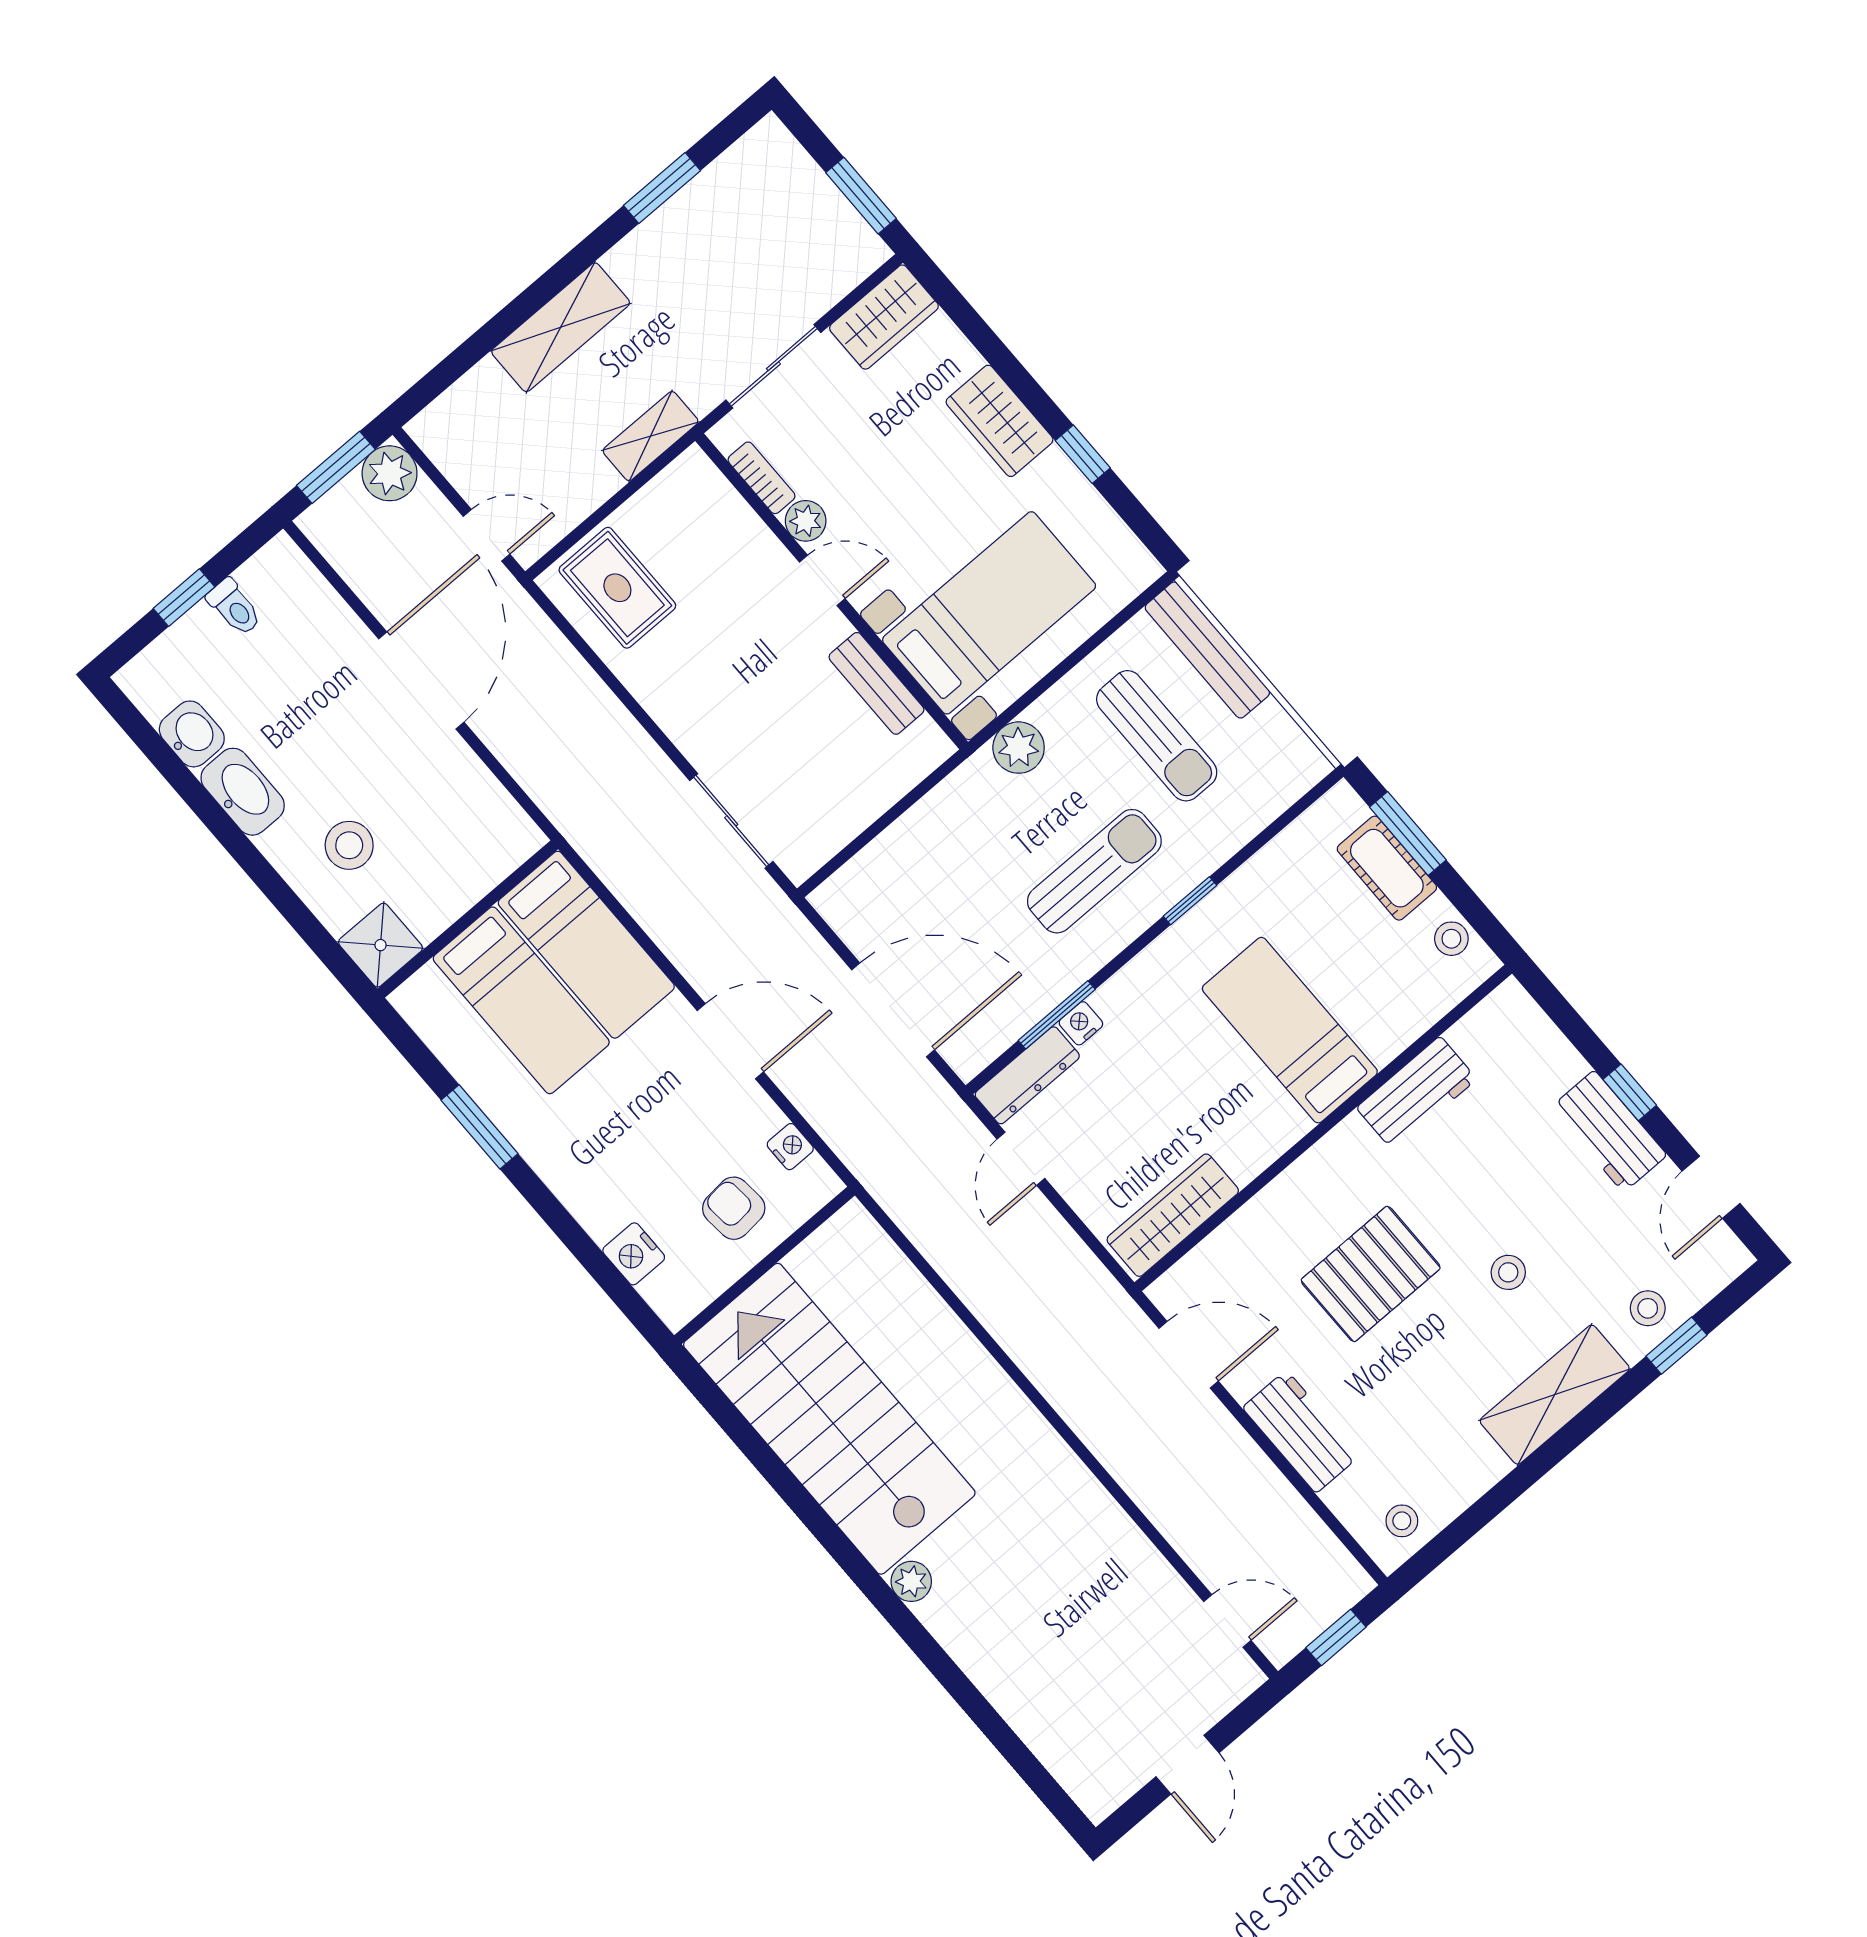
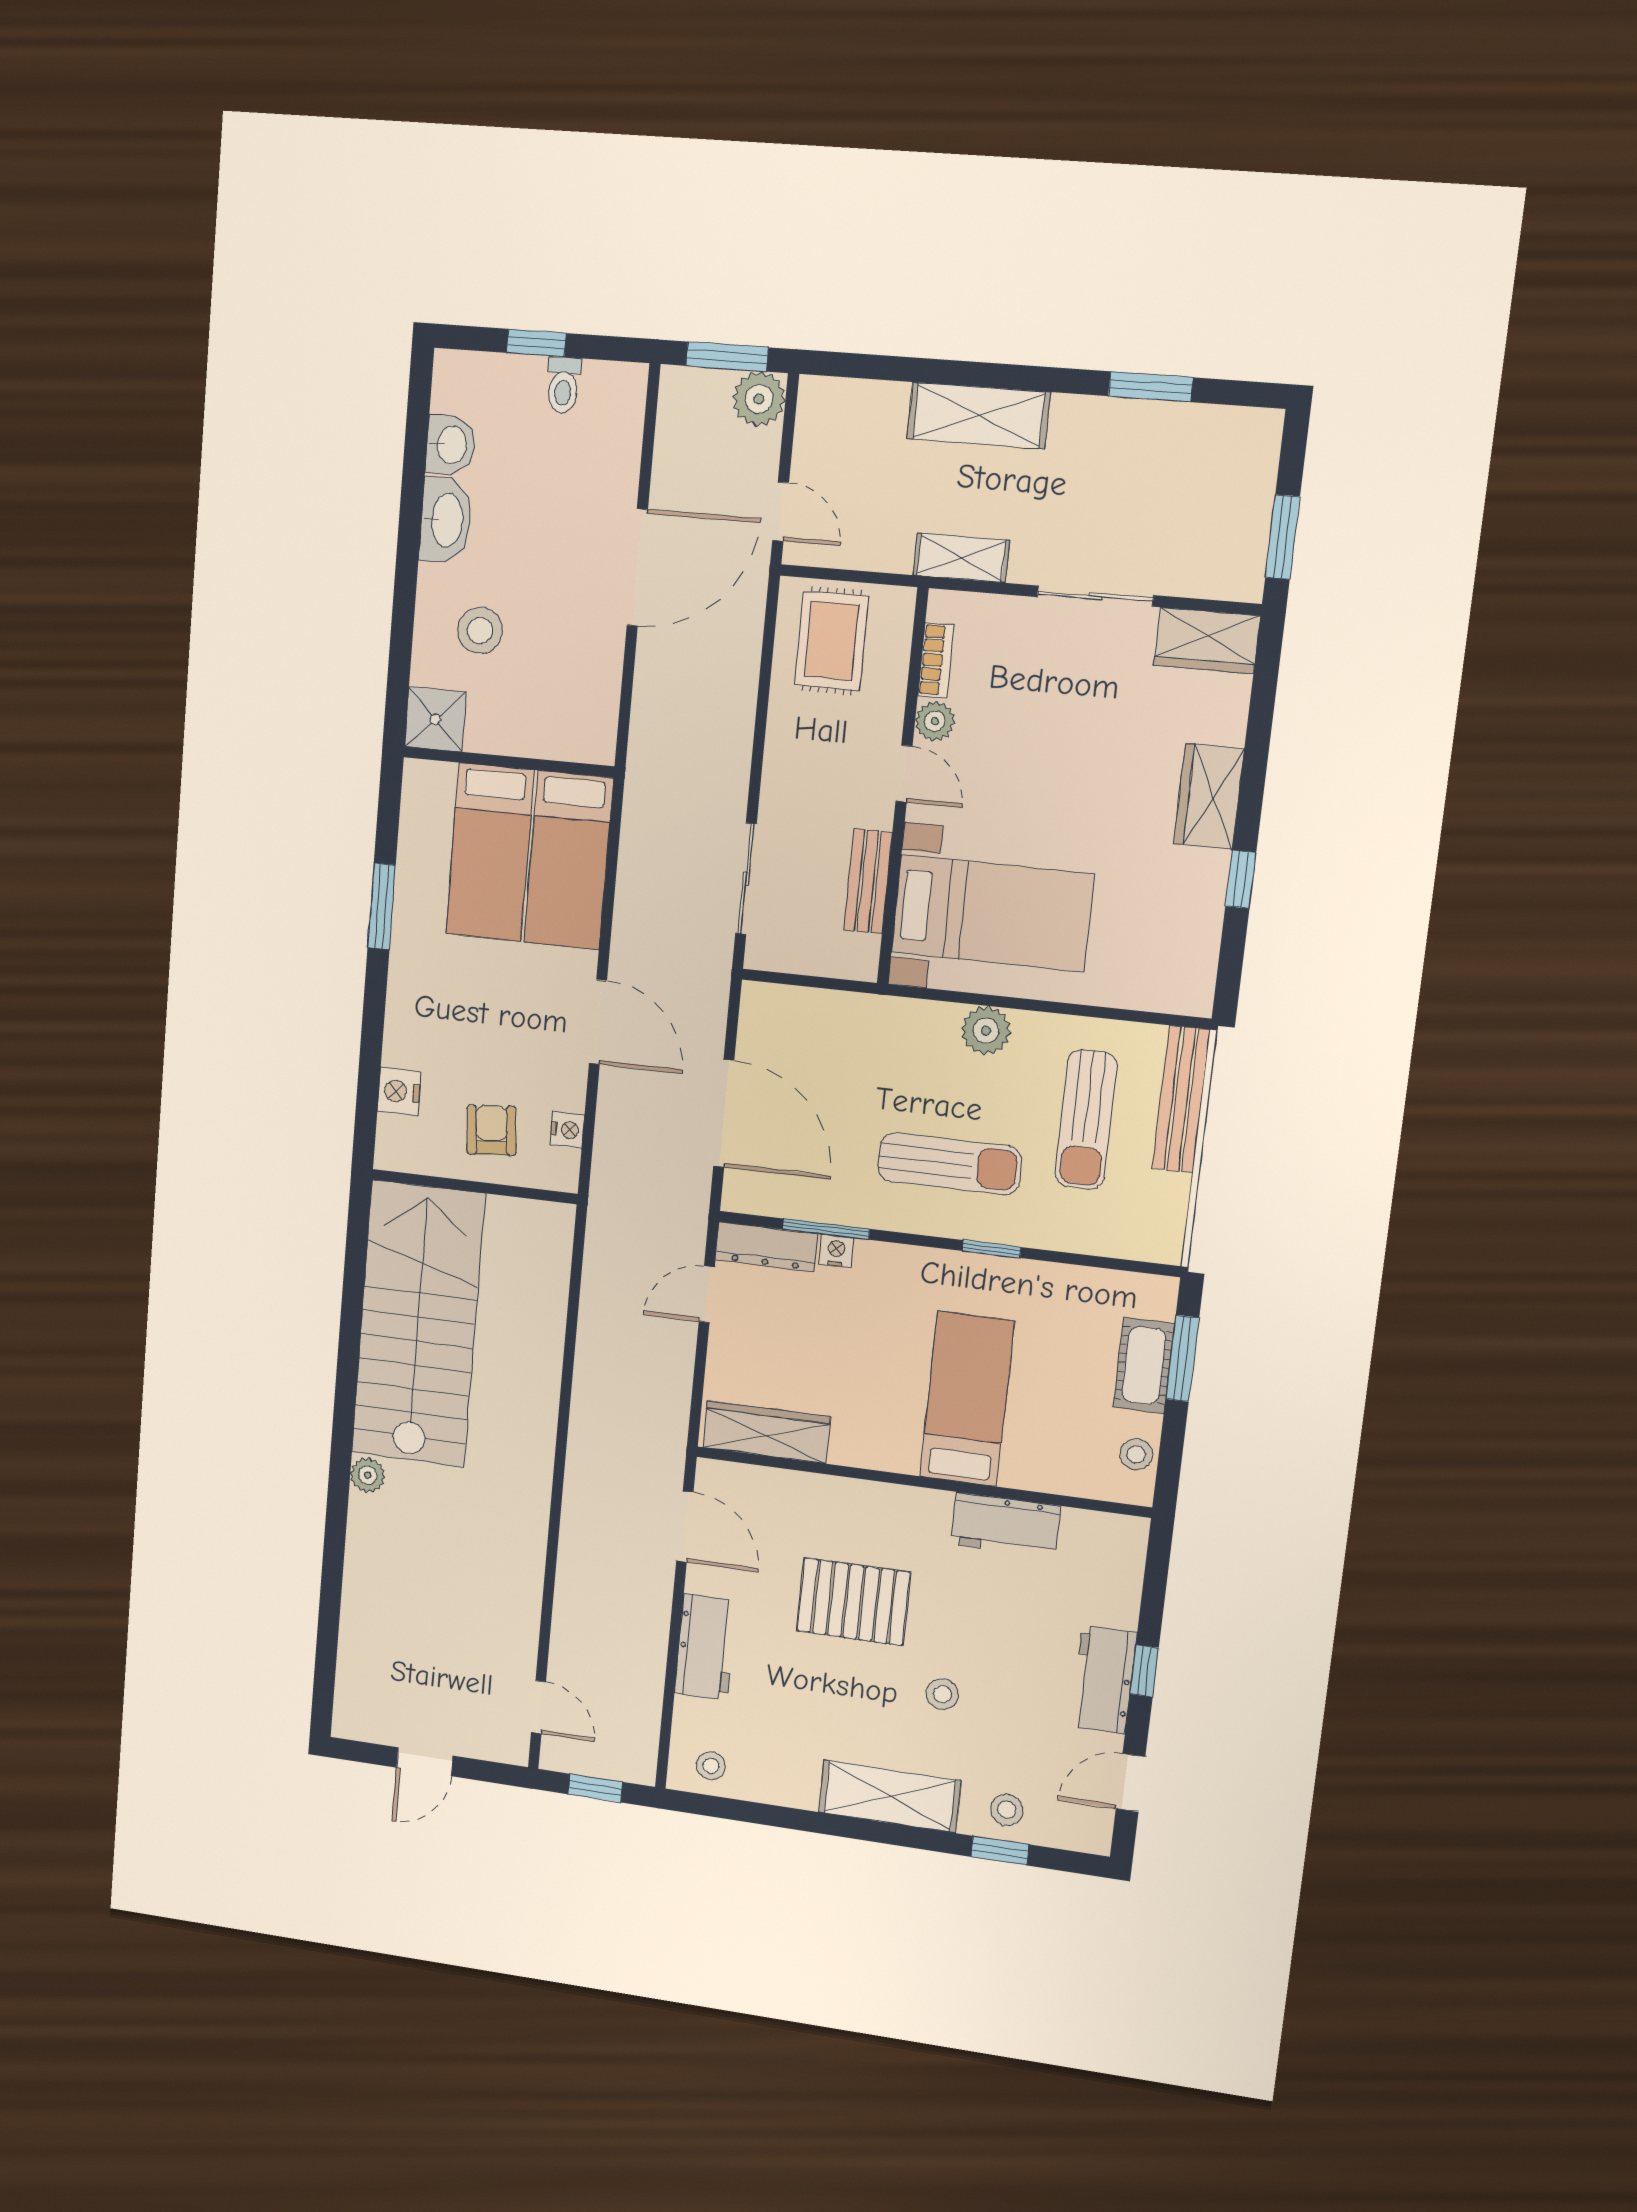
bookcase: (762, 478) -> (936, 660), moved
plant: (806, 521) -> (935, 721), moved
door: (822, 580) -> (904, 774), moved
wall: (832, 591) -> (903, 788), moved
bed with nightstands: (989, 613) -> (992, 913), moved
bench: (876, 683) -> (868, 881), moved

